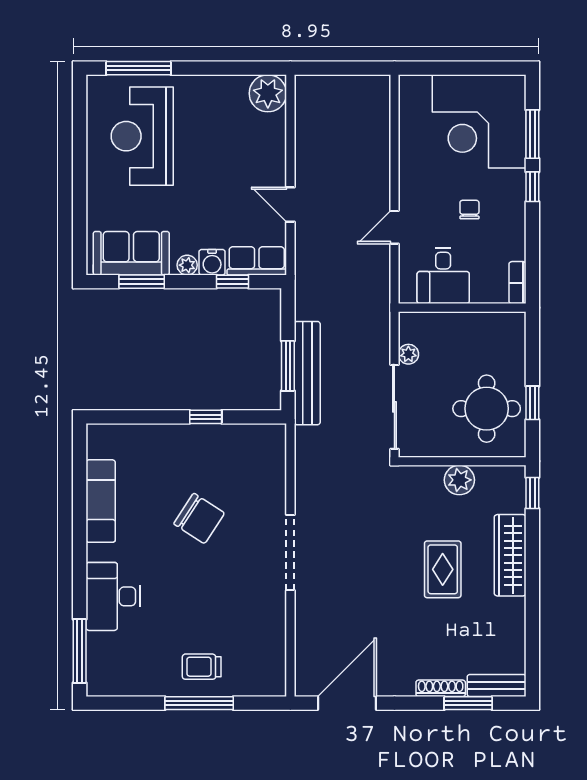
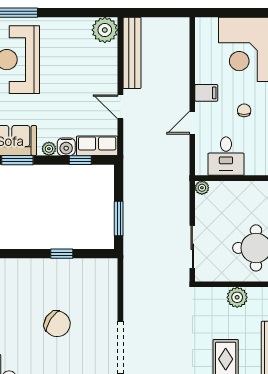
filing cabinet: (415, 184) -> (206, 93), added
plant: (408, 354) -> (202, 188), moved
bench: (307, 373) -> (132, 53), moved
sliding door: (394, 407) -> (192, 247), width x0.73

